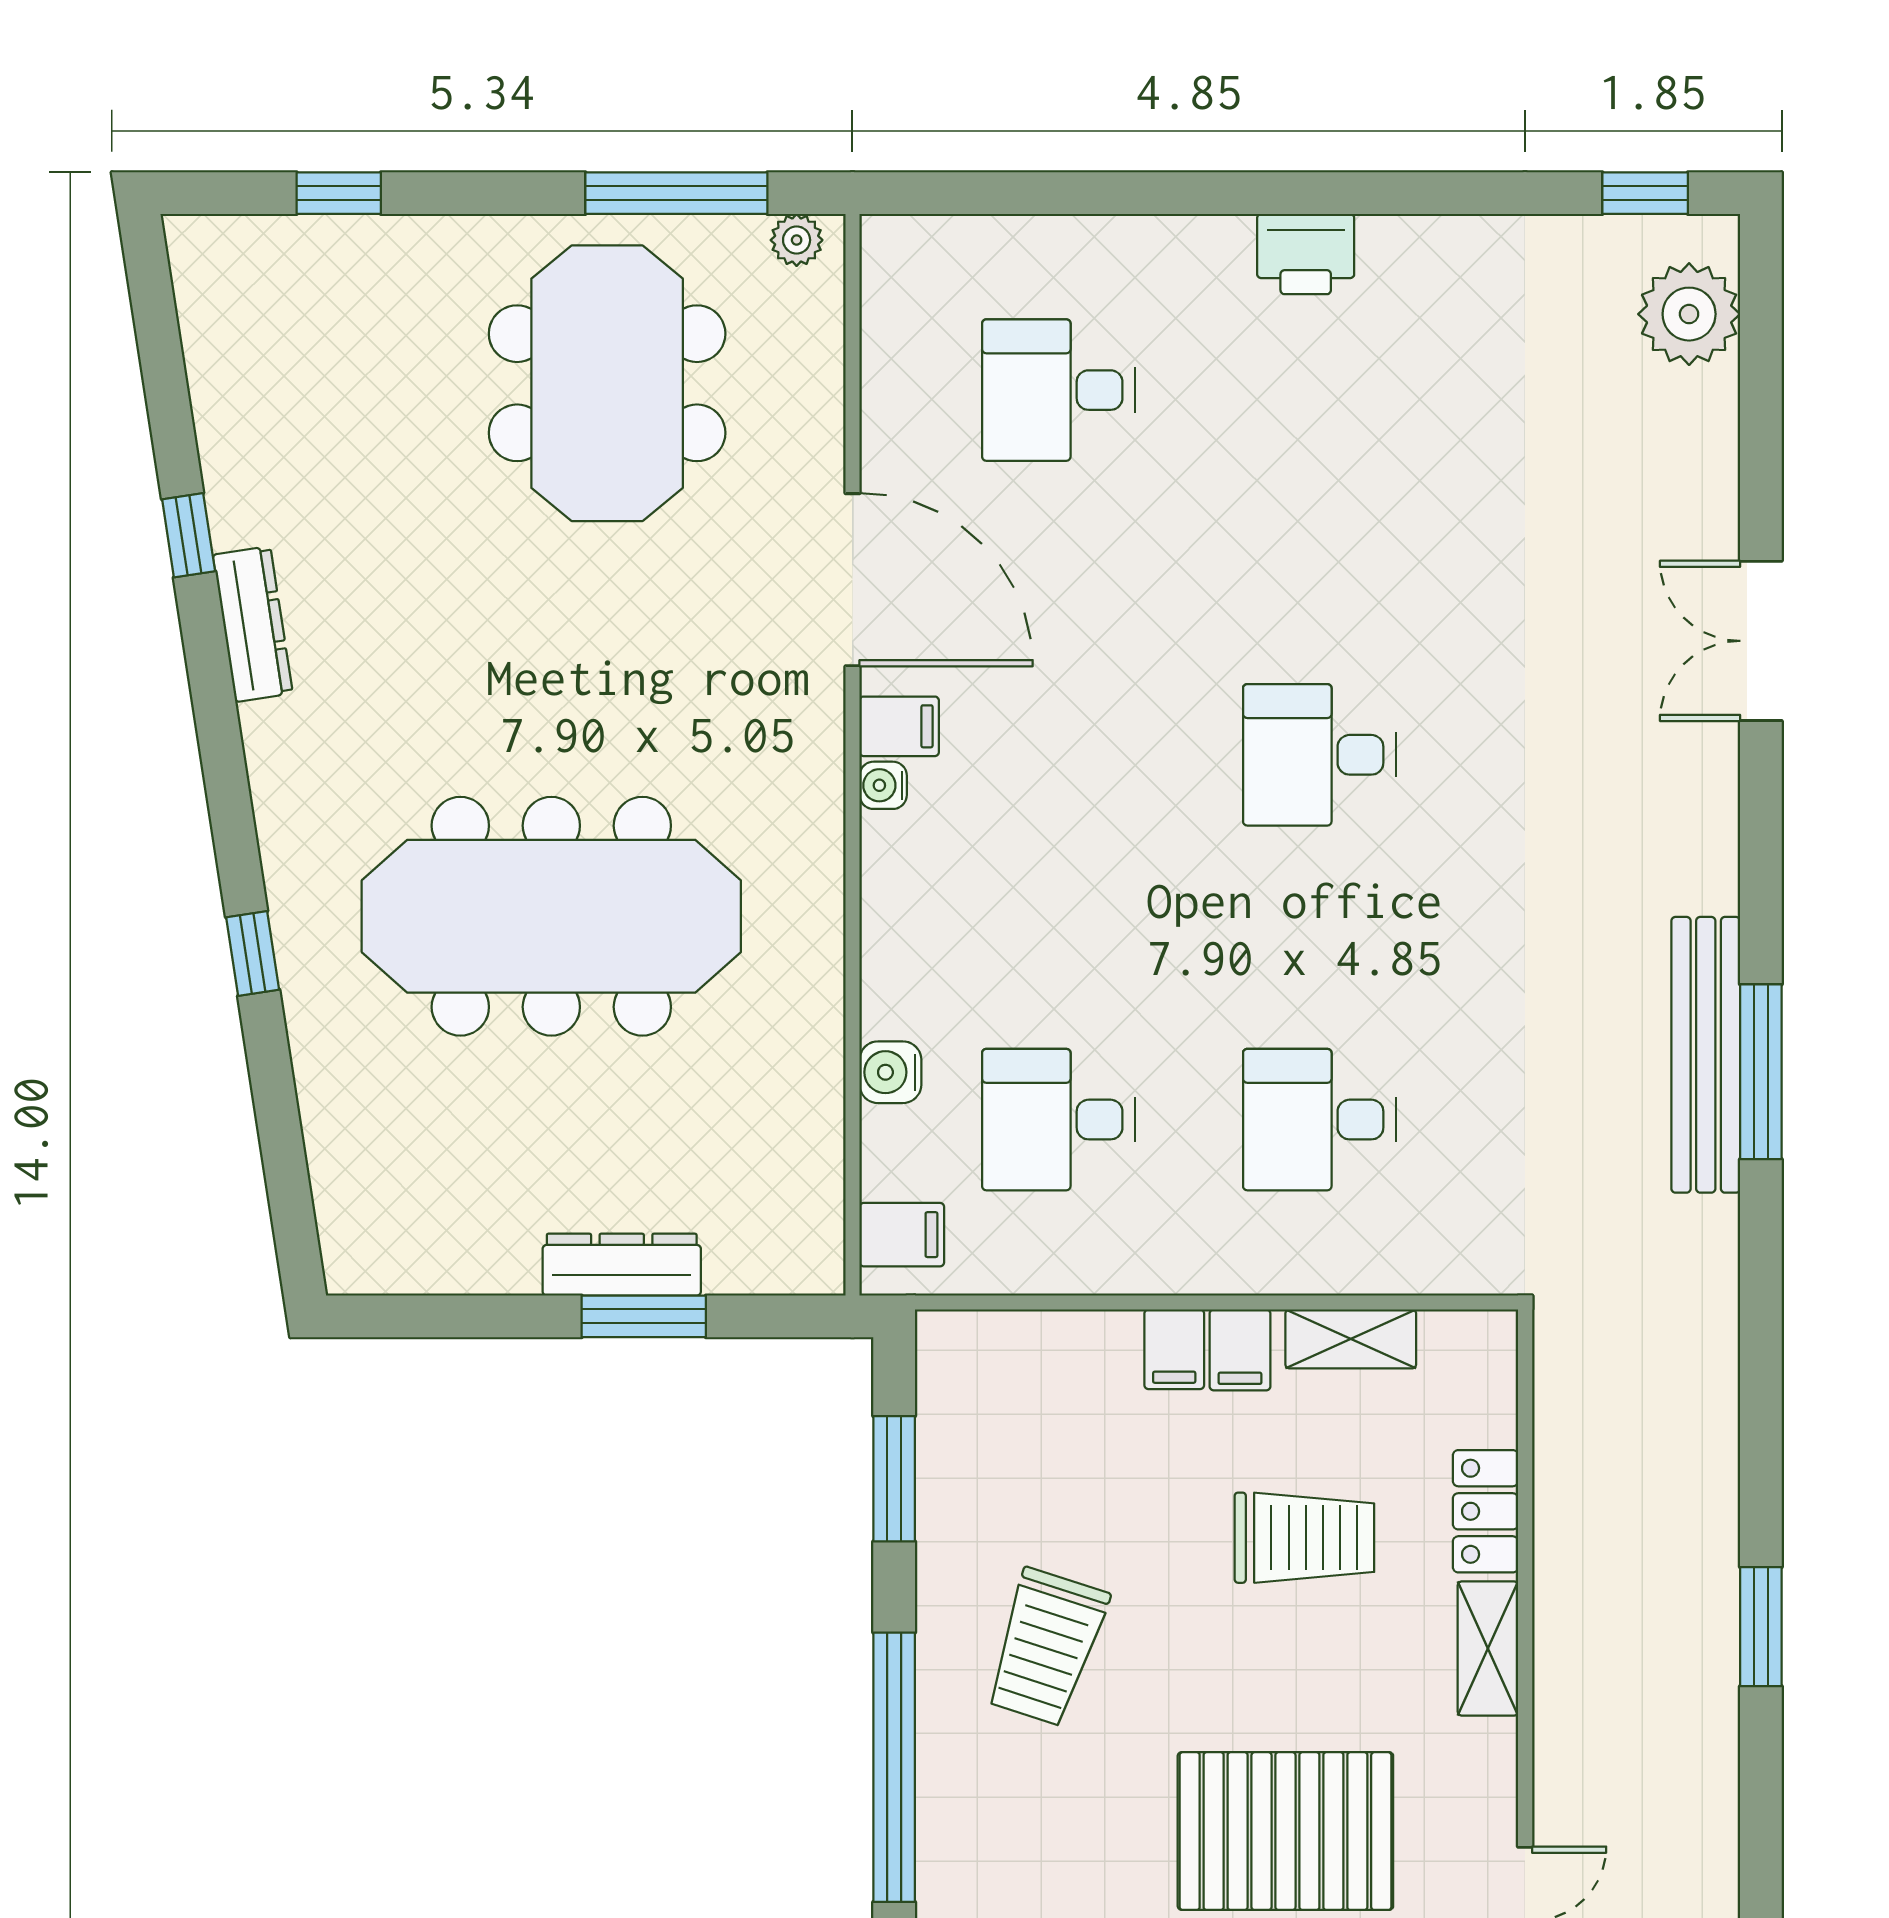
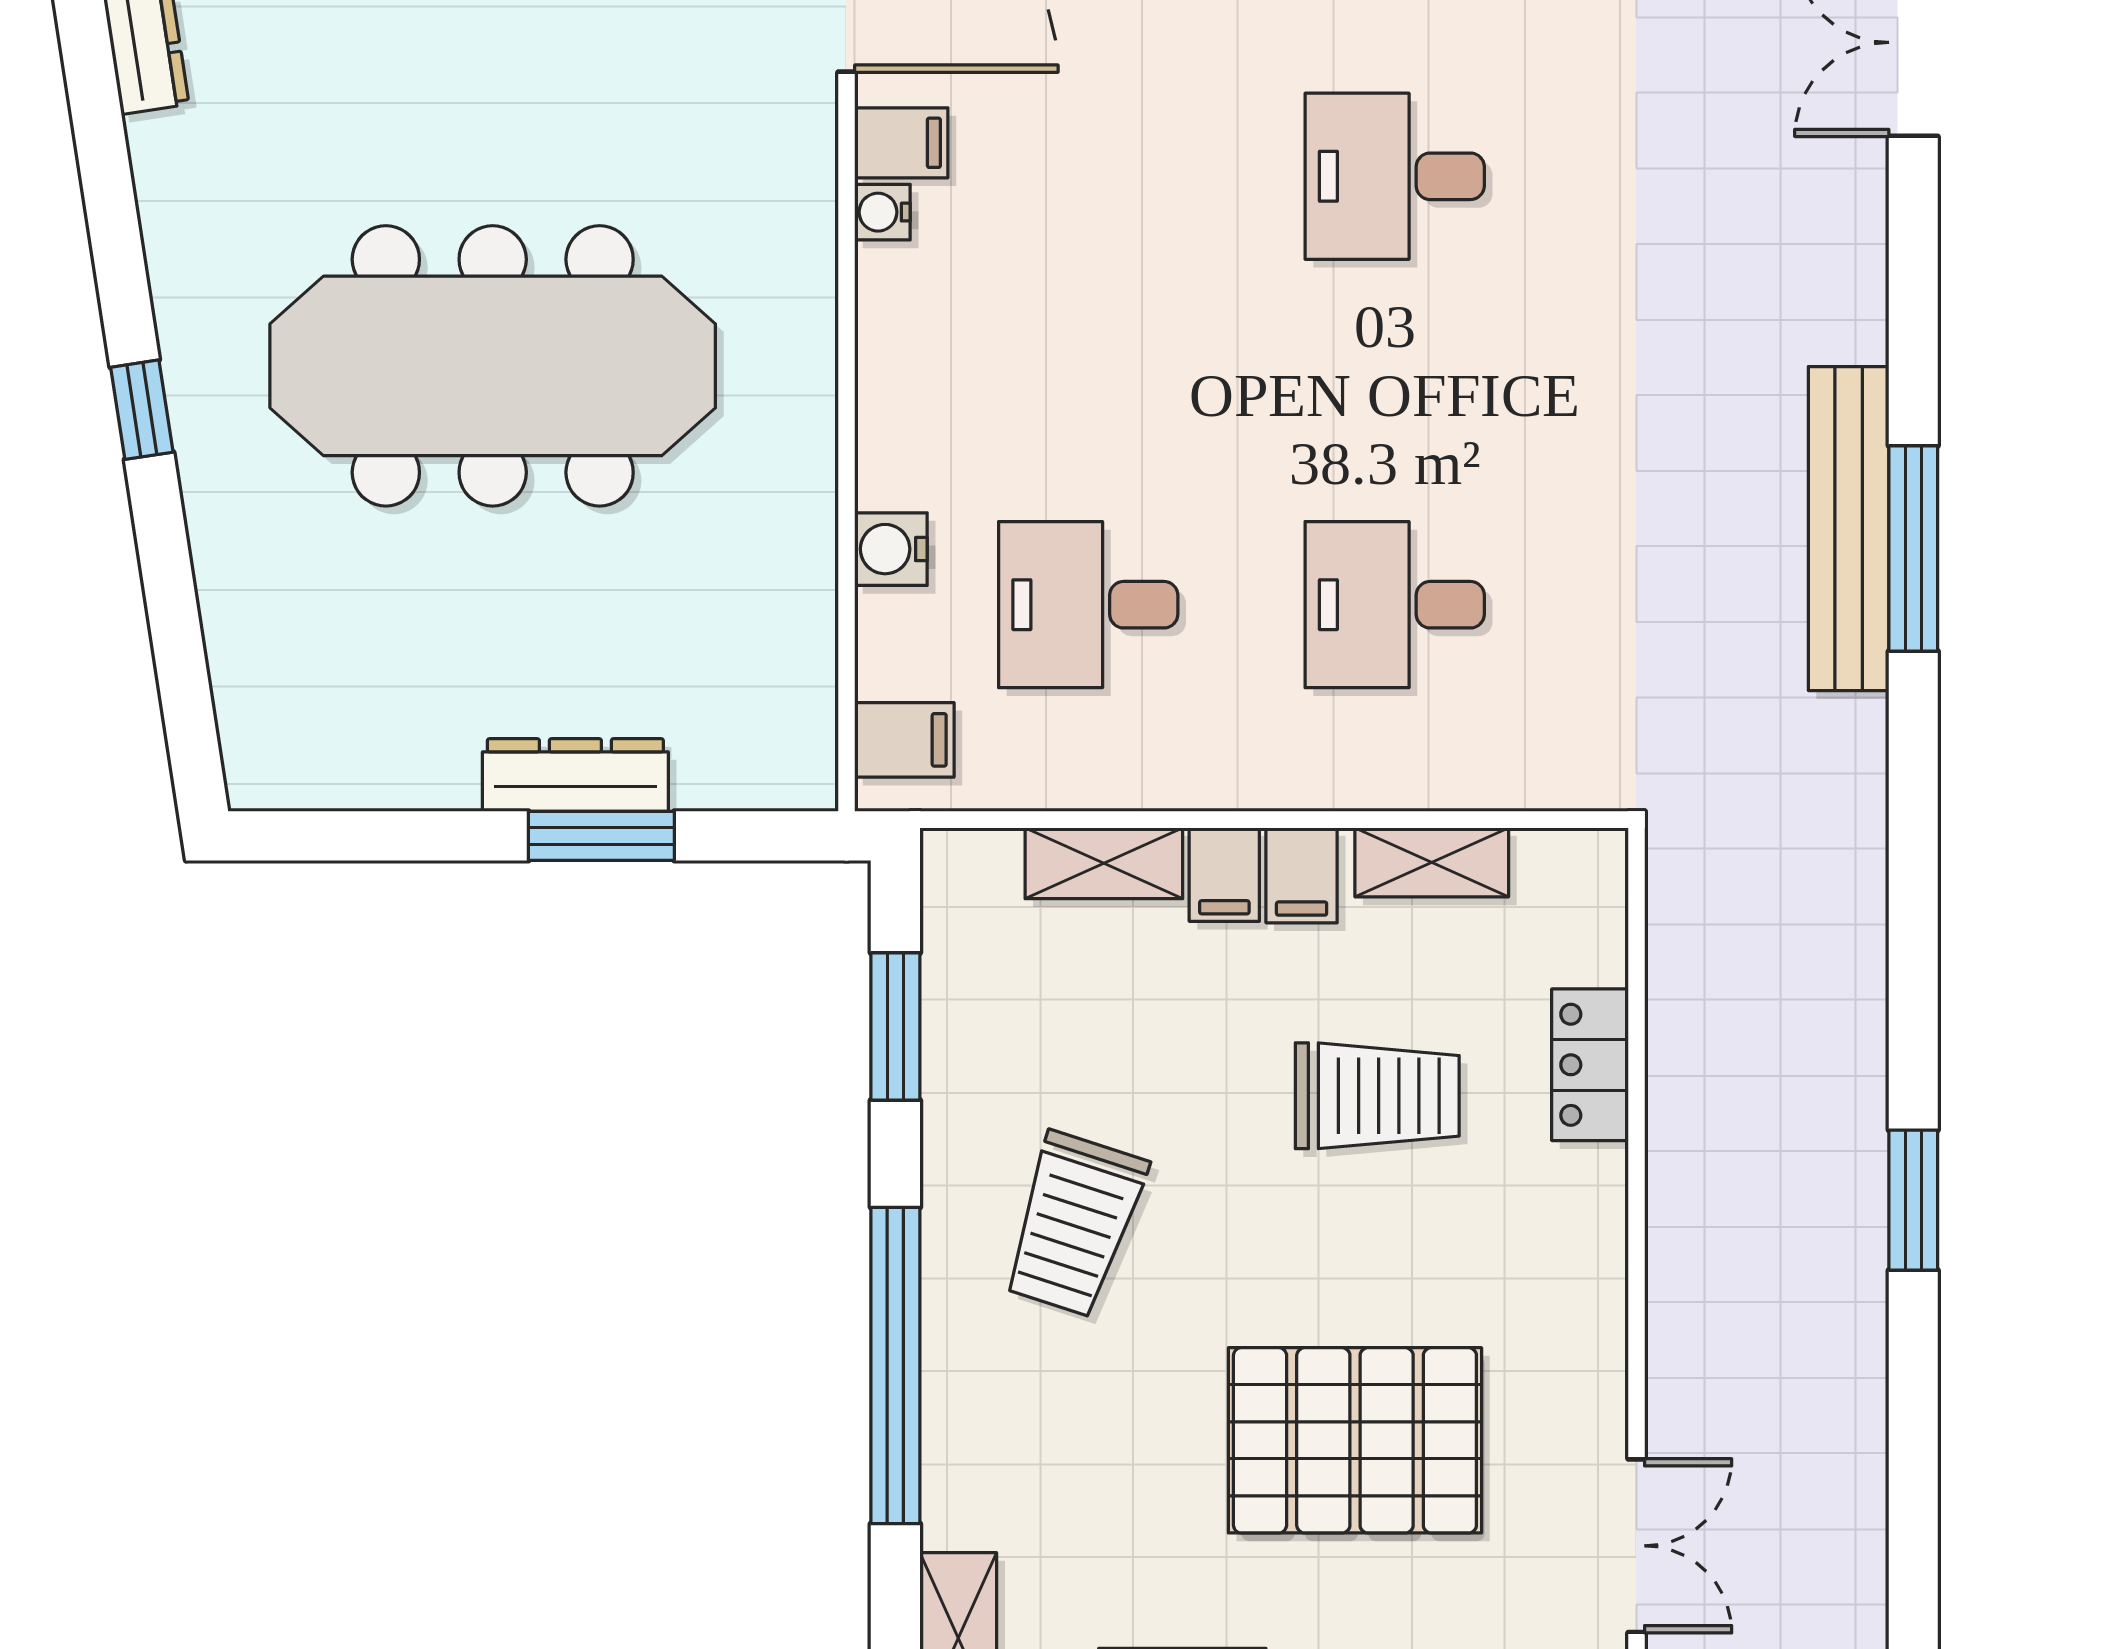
shelving: (1488, 1649) -> (1104, 863), moved, turned 90

